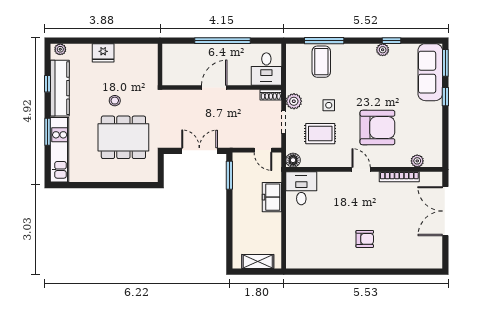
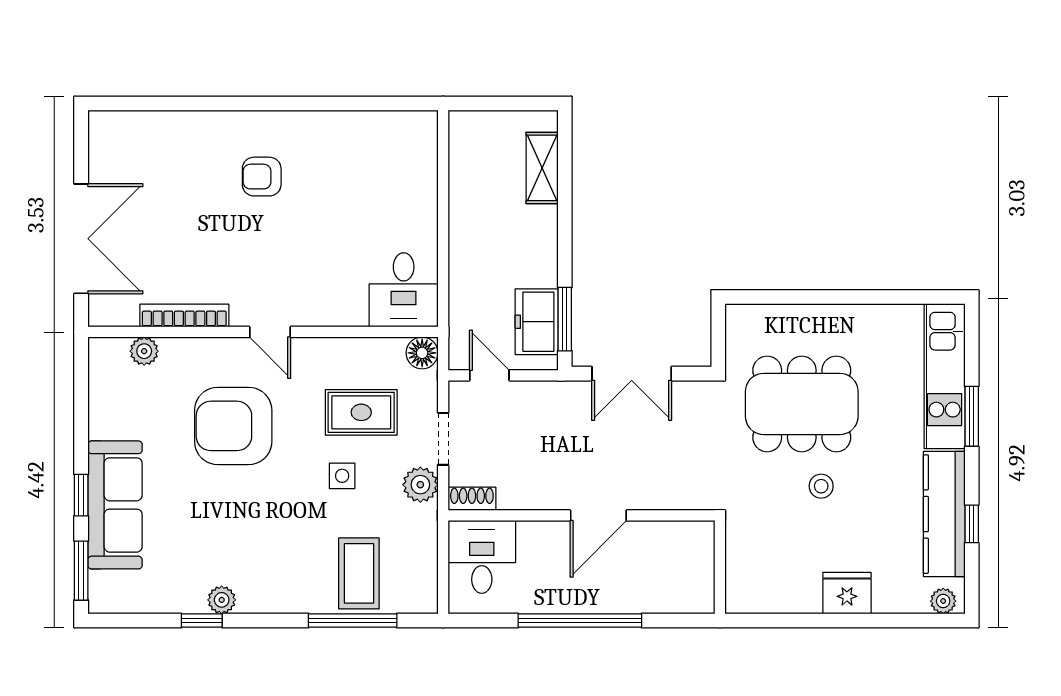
sofa: (430, 72) -> (115, 505), moved
freezer: (272, 197) -> (537, 322), moved, turned 180
shelving: (258, 261) -> (542, 168), moved, turned 90

